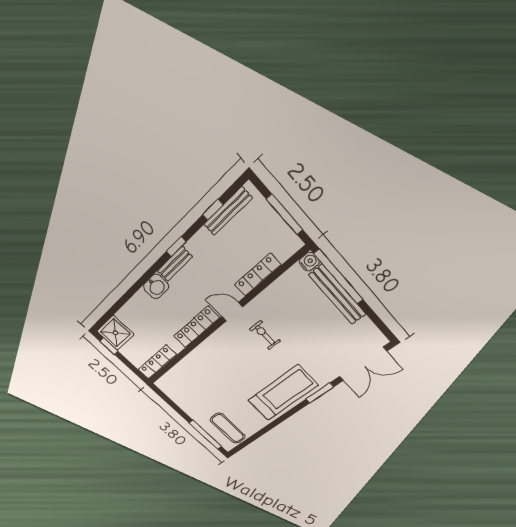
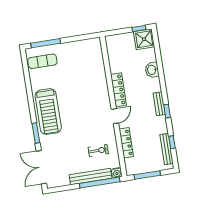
washbasin: (156, 286) -> (152, 70), moved
exercise bike: (265, 335) -> (98, 151), moved
locker: (157, 362) -> (112, 50), removed

